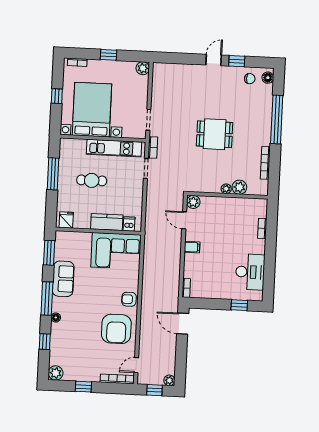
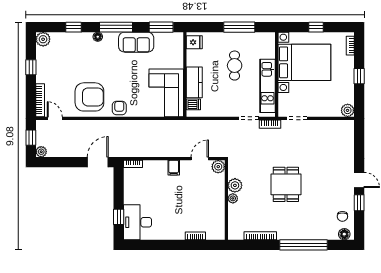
plant: (239, 187) -> (235, 185), moved
desk: (250, 272) -> (138, 222), moved, turned 90
armchair: (116, 329) -> (89, 97), turned 180

